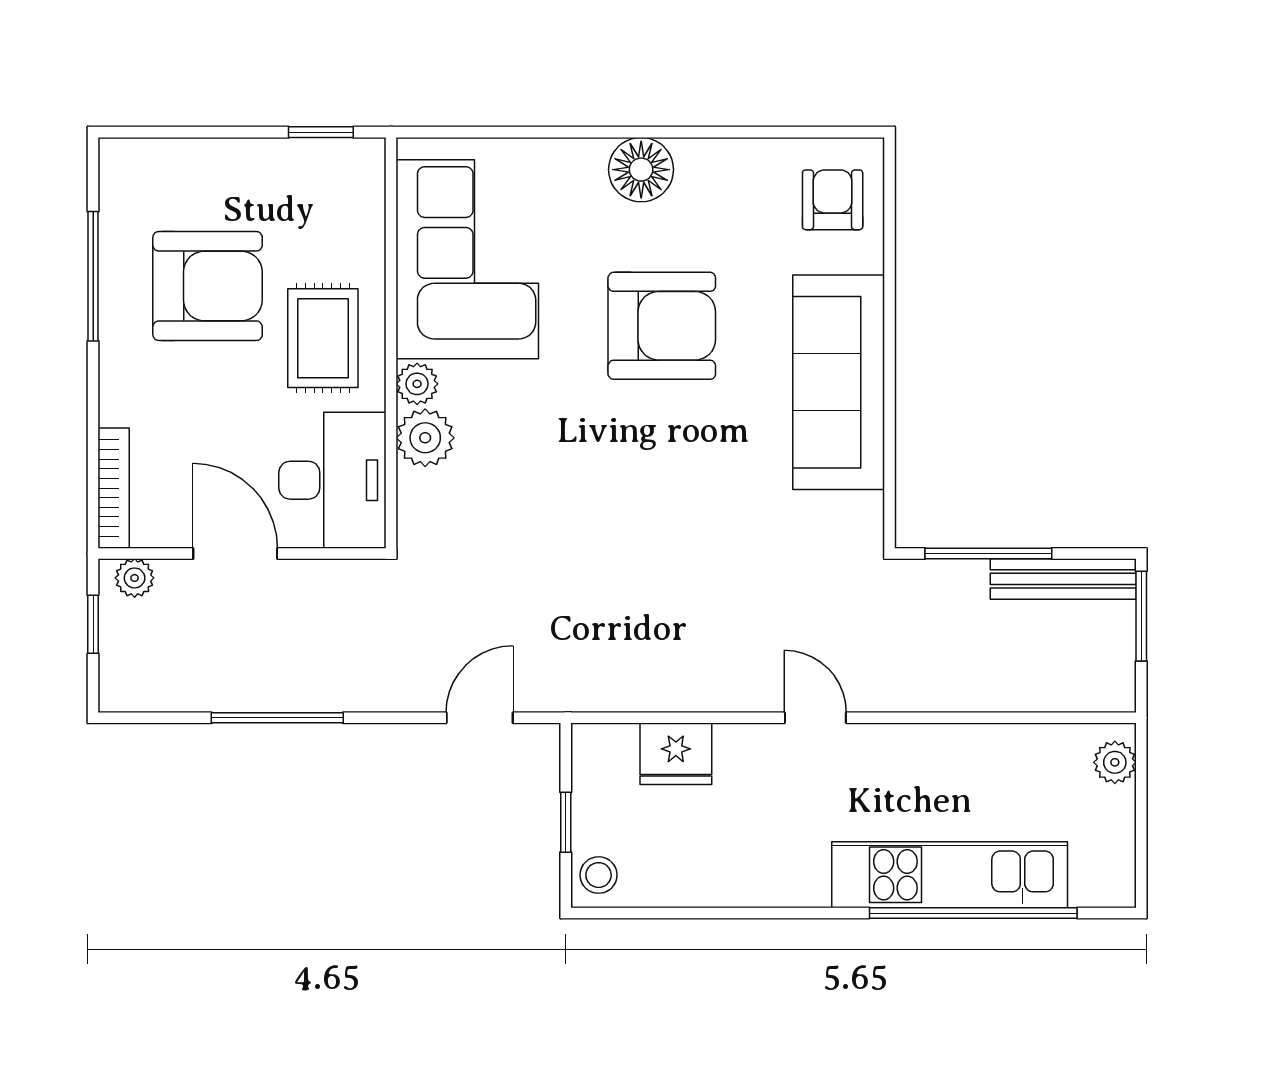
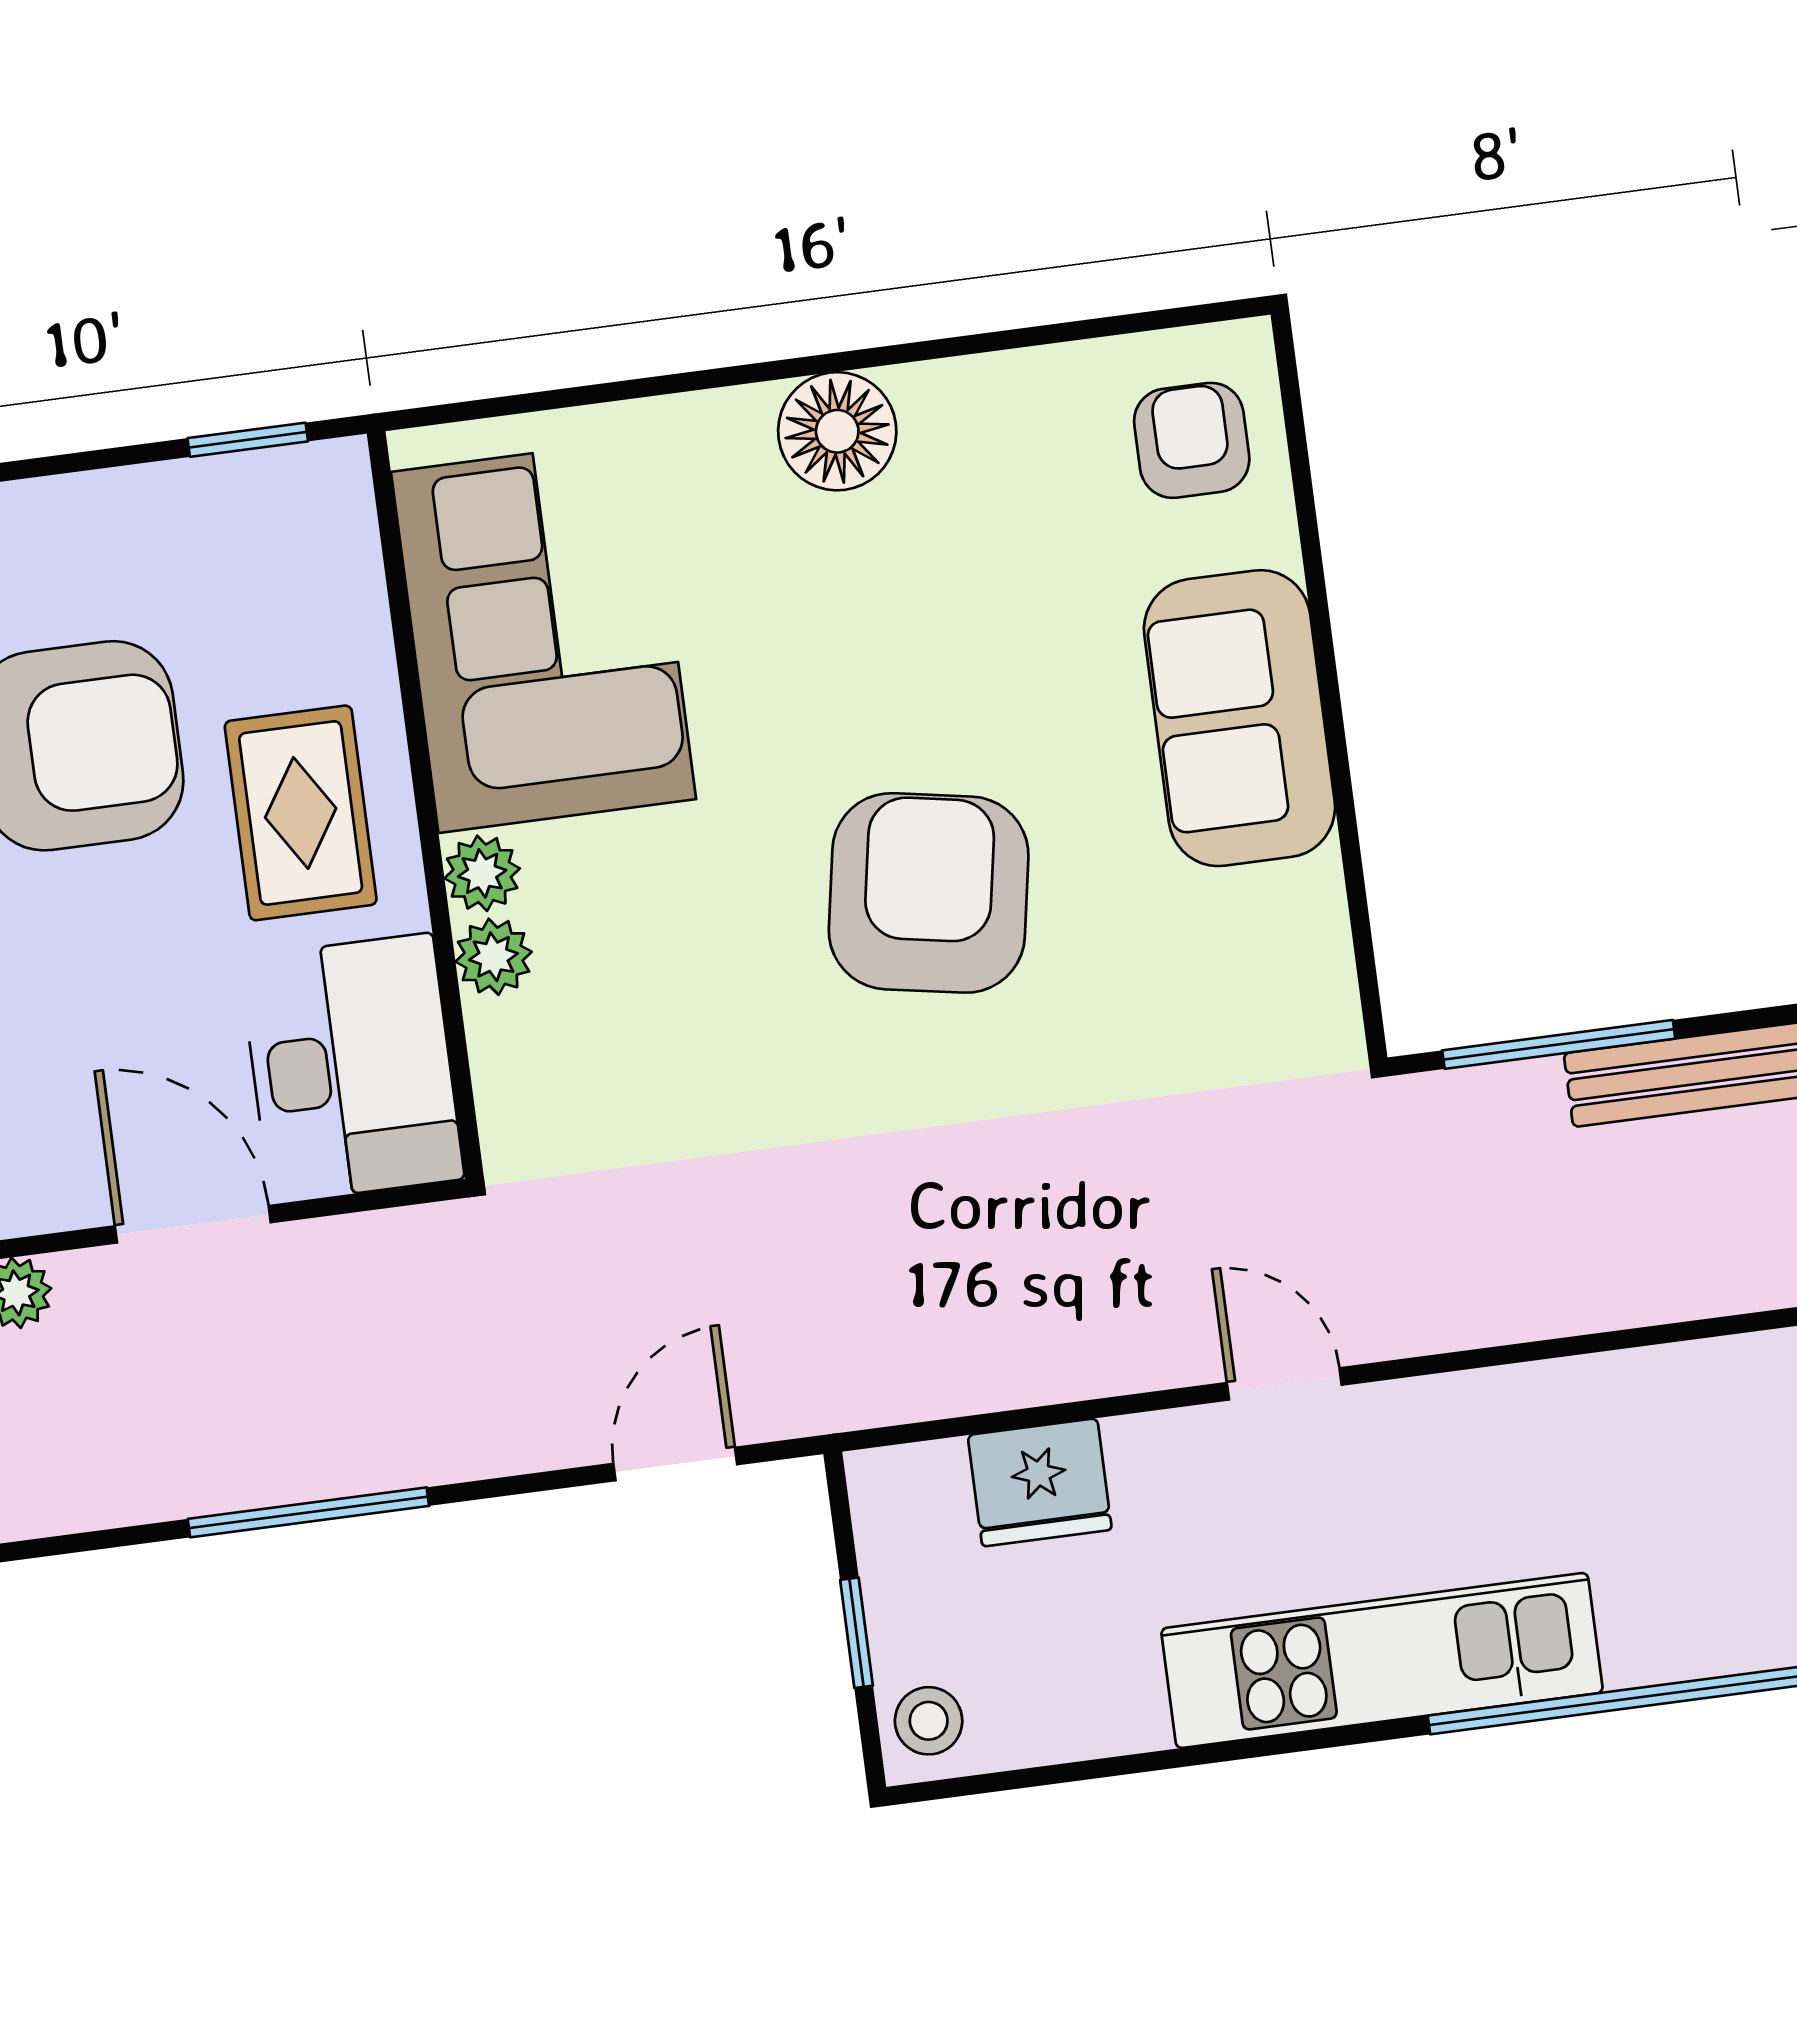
armchair: (662, 326) -> (929, 893), moved, turned -80
sofa: (839, 382) -> (1239, 718), width x0.73
plant: (425, 438) -> (494, 957), width x0.73, depth x0.73
kitchen unit: (950, 875) -> (1382, 1661), moved

